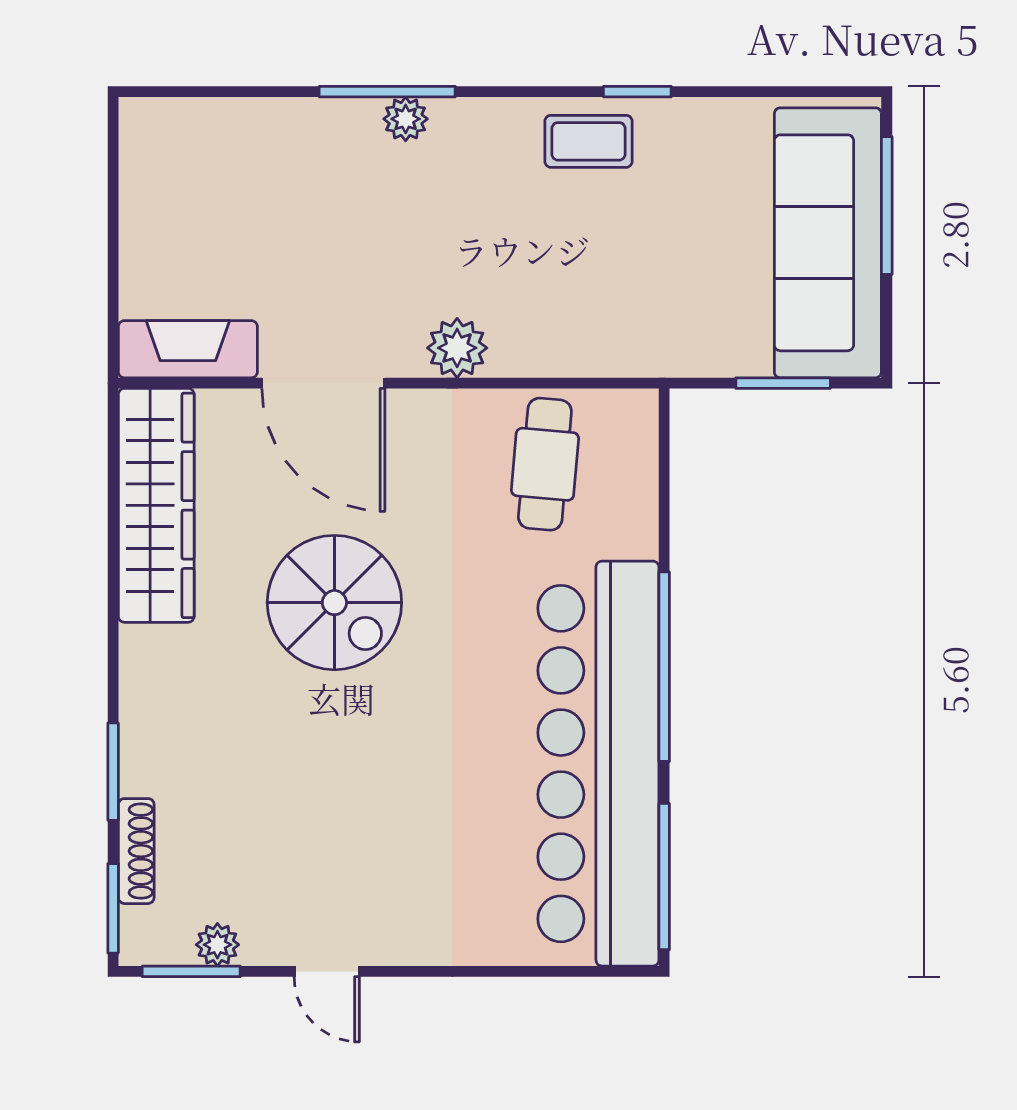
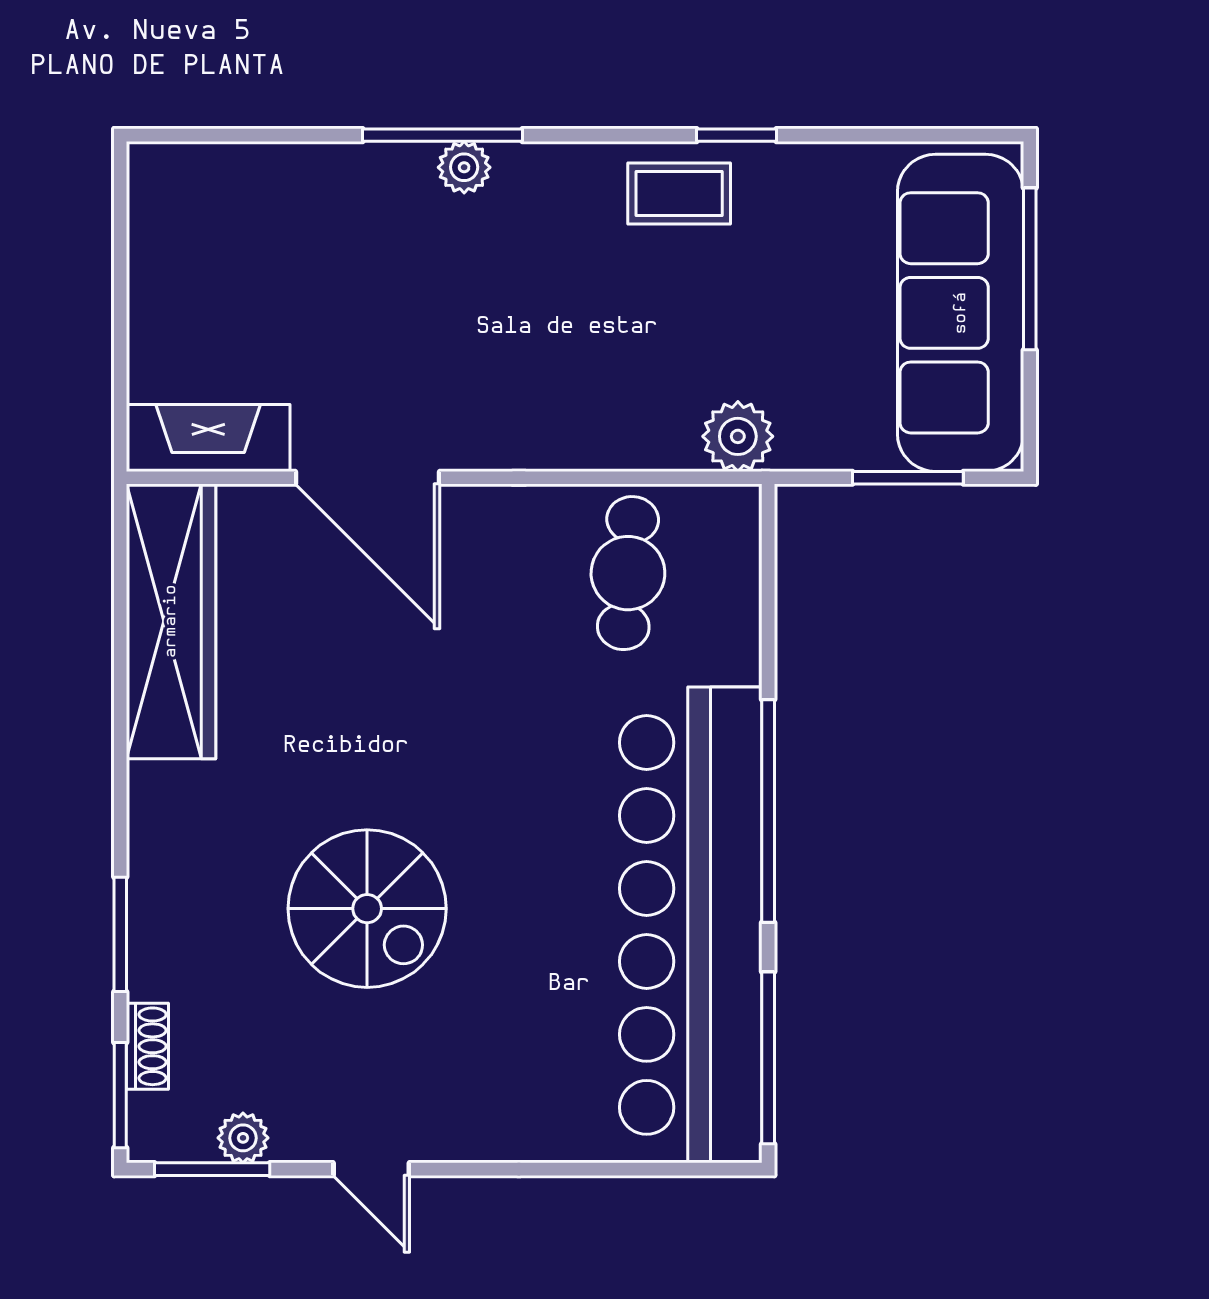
plant: (457, 348) -> (738, 436), moved
spiral stairs: (334, 603) -> (367, 909), moved
shoe rack: (136, 851) -> (147, 1046), width x0.70

